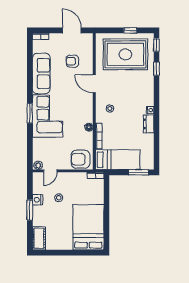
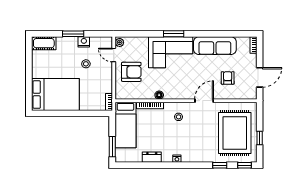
dresser: (149, 124) -> (152, 157), moved
armchair: (80, 159) -> (131, 72), moved, turned 90

